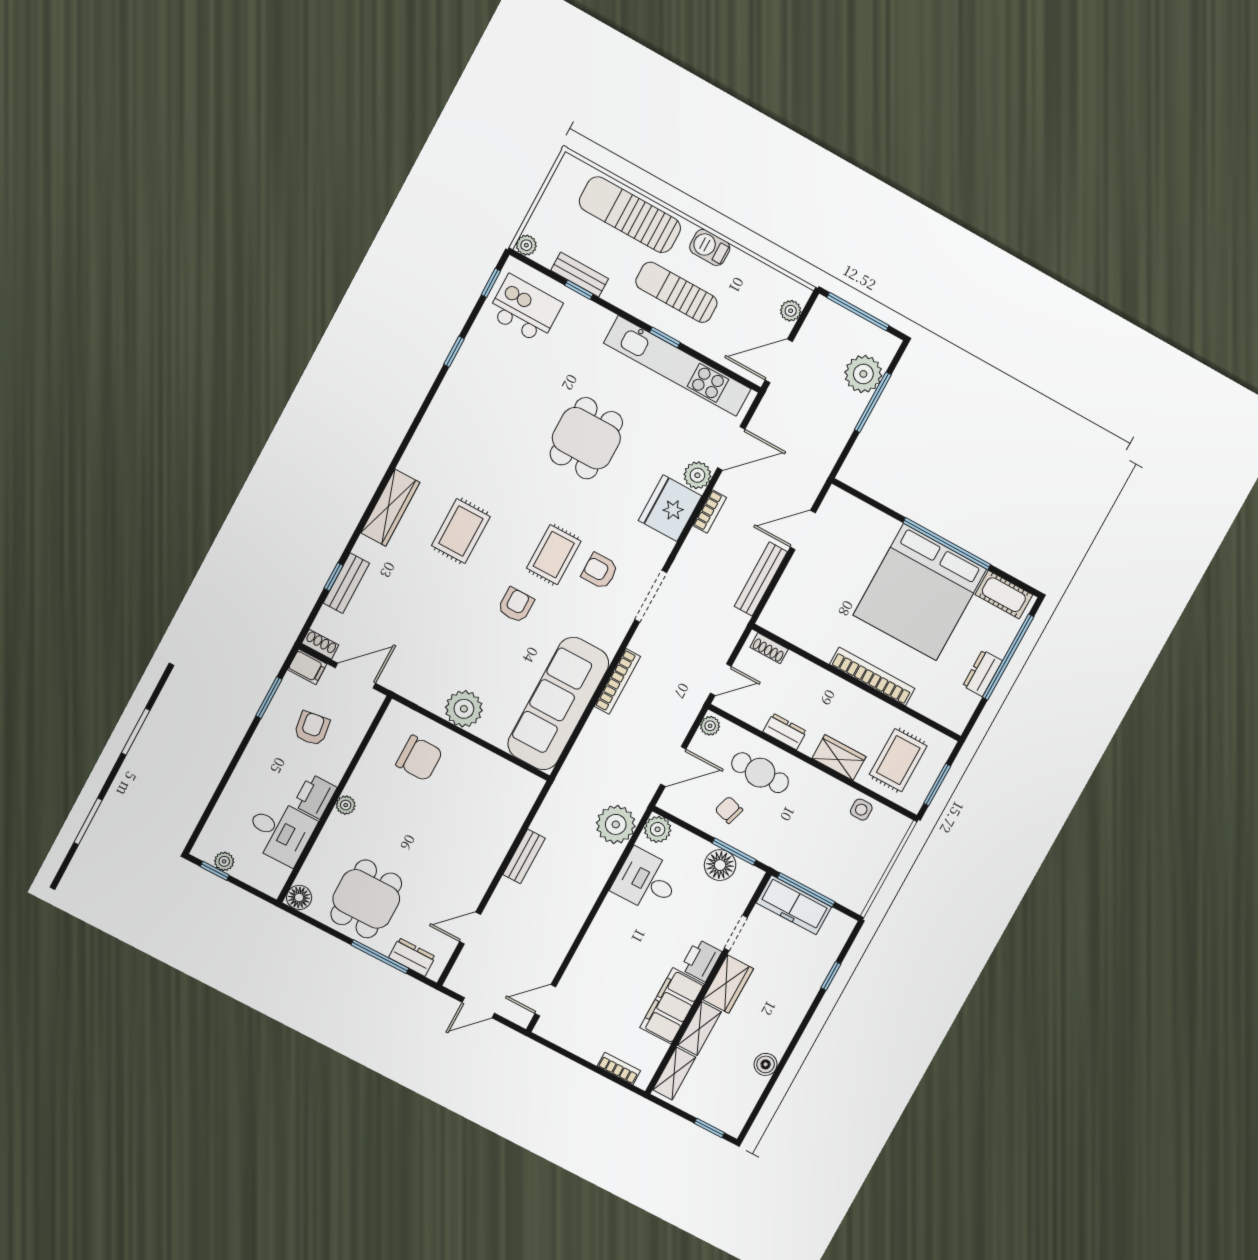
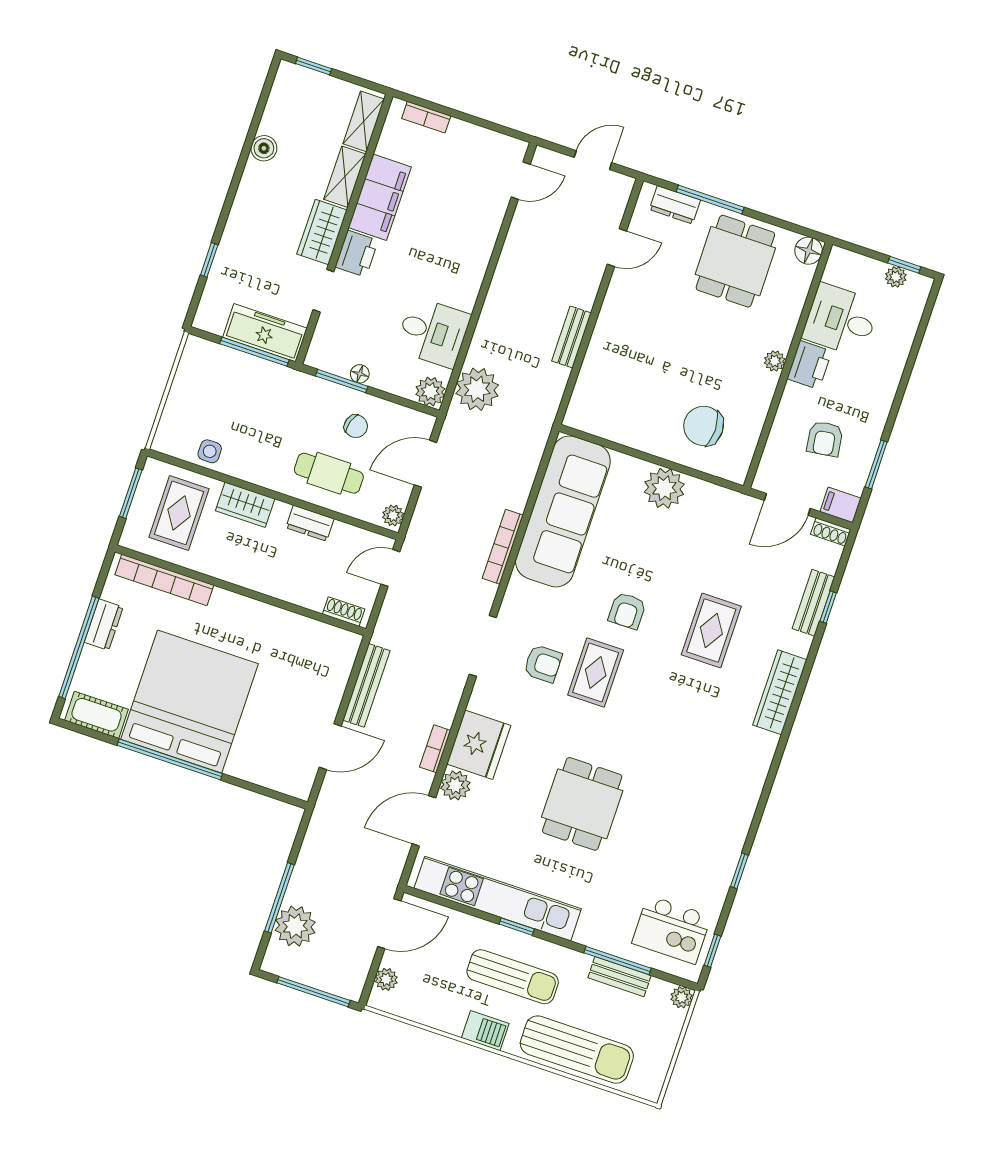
window: (579, 290) -> (618, 960), width x2.17
rug: (461, 531) -> (711, 630), moved
bookcase: (872, 676) -> (164, 580), moved
floor lamp: (720, 865) -> (360, 374), width x0.53, depth x0.53

